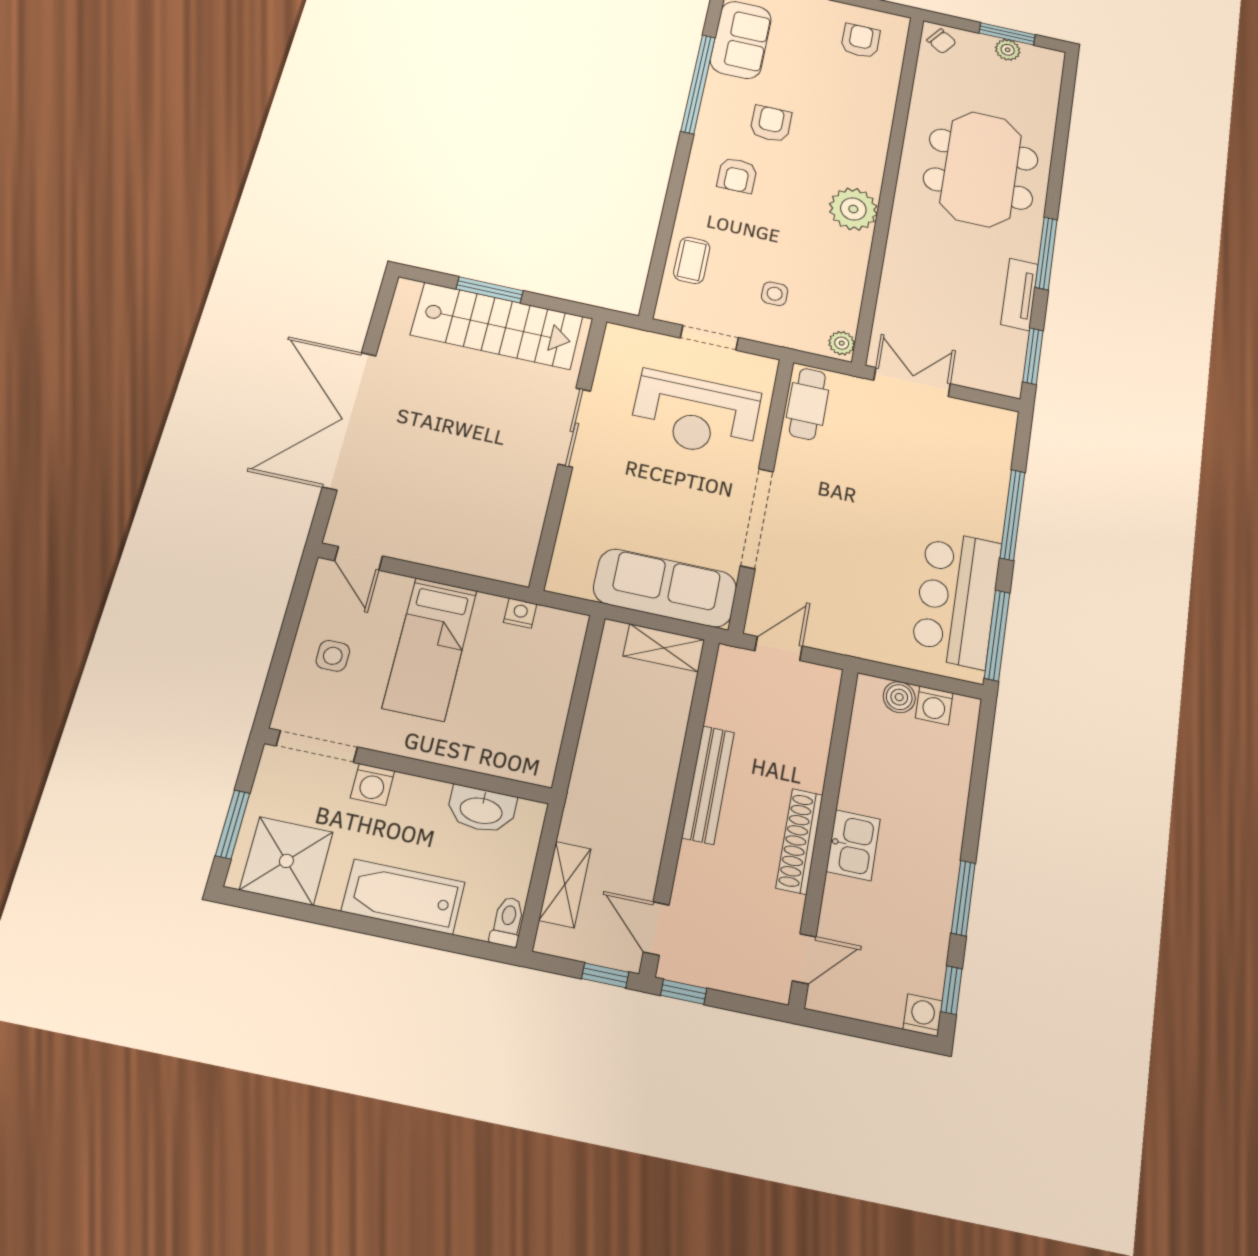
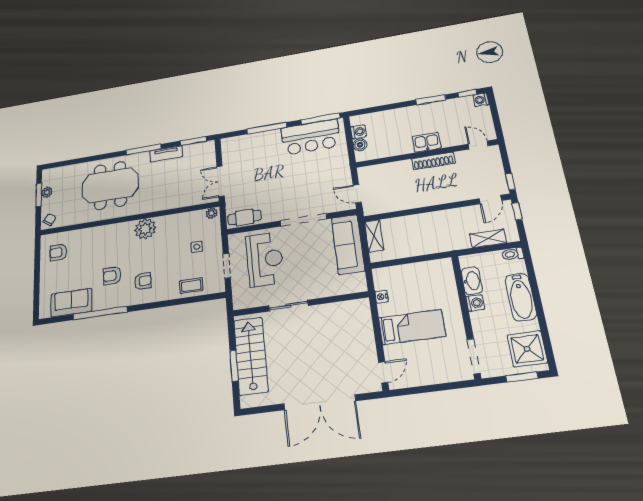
side table: (333, 656) -> (431, 366), removed
washing machine: (373, 784) -> (475, 303), moved
bench: (708, 785) -> (425, 200), removed

